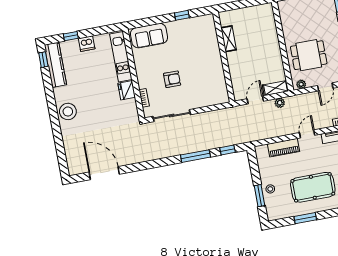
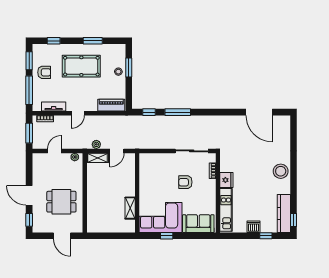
corner sofa: (193, 35) -> (161, 218), added
dining table: (309, 55) -> (61, 202), moved
piano: (283, 148) -> (111, 105), moved

